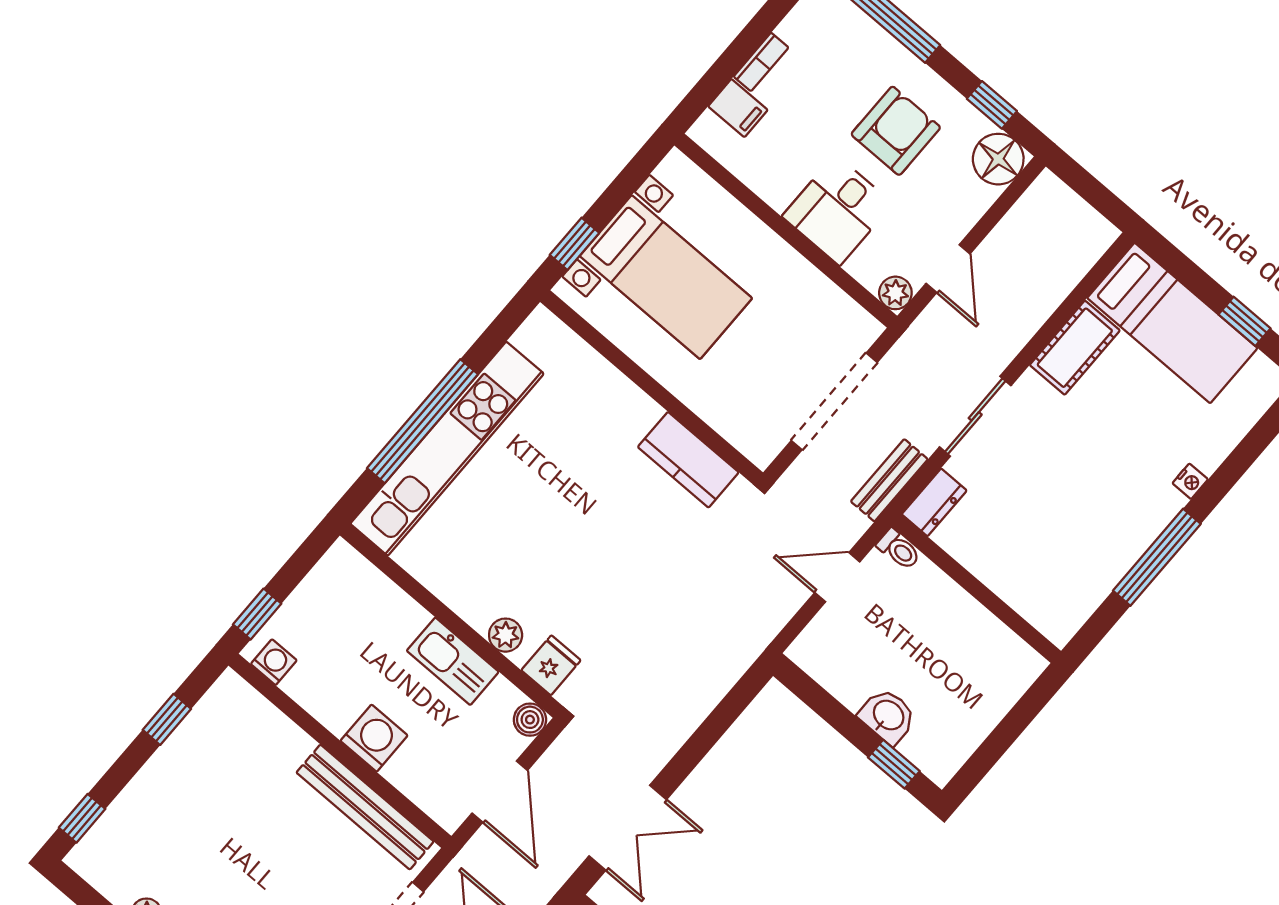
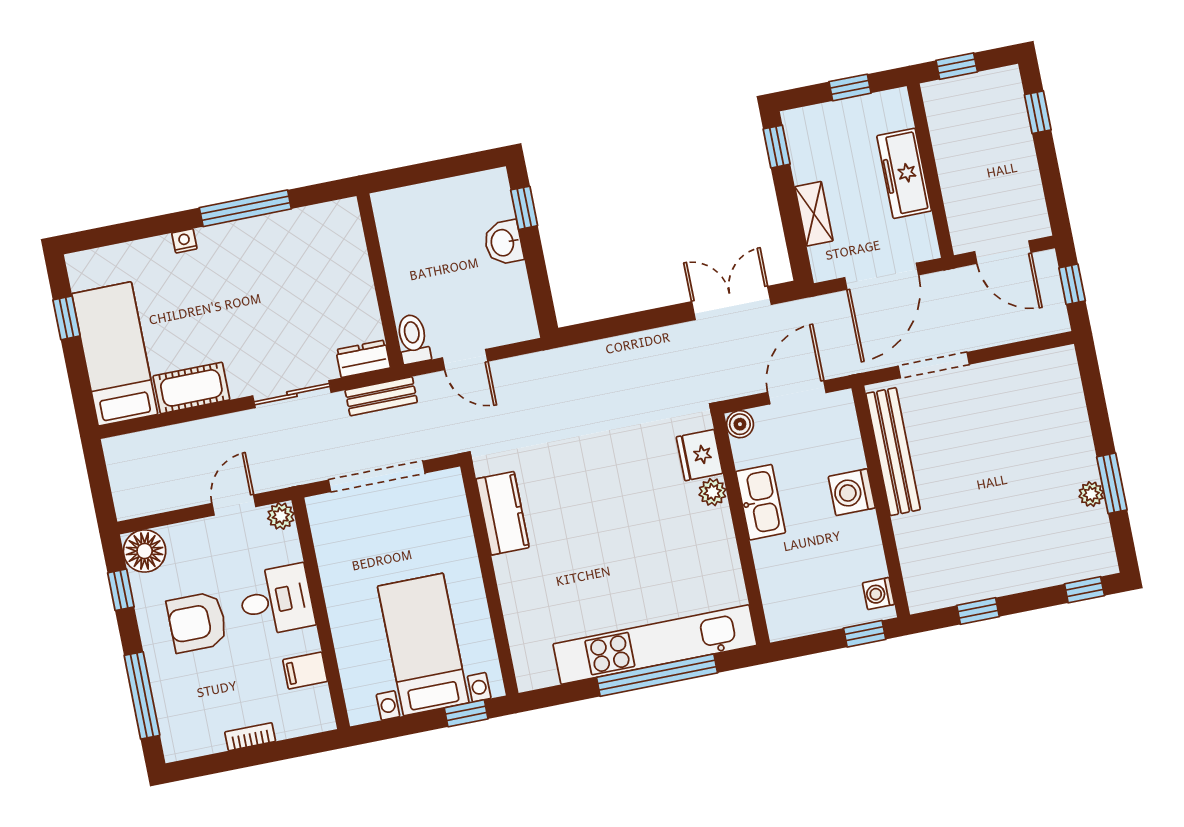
filing cabinet: (738, 108) -> (305, 671), moved, turned -90
toilet: (899, 549) -> (413, 339), width x1.37, depth x1.39
fridge: (551, 665) -> (699, 455), width x1.38

